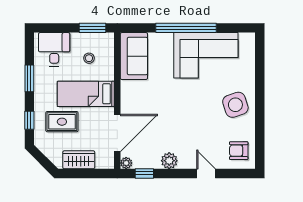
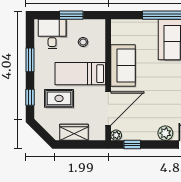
window: (92, 28) -> (71, 15), moved
sofa: (134, 56) -> (123, 65), moved
plant: (169, 161) -> (165, 133), moved

